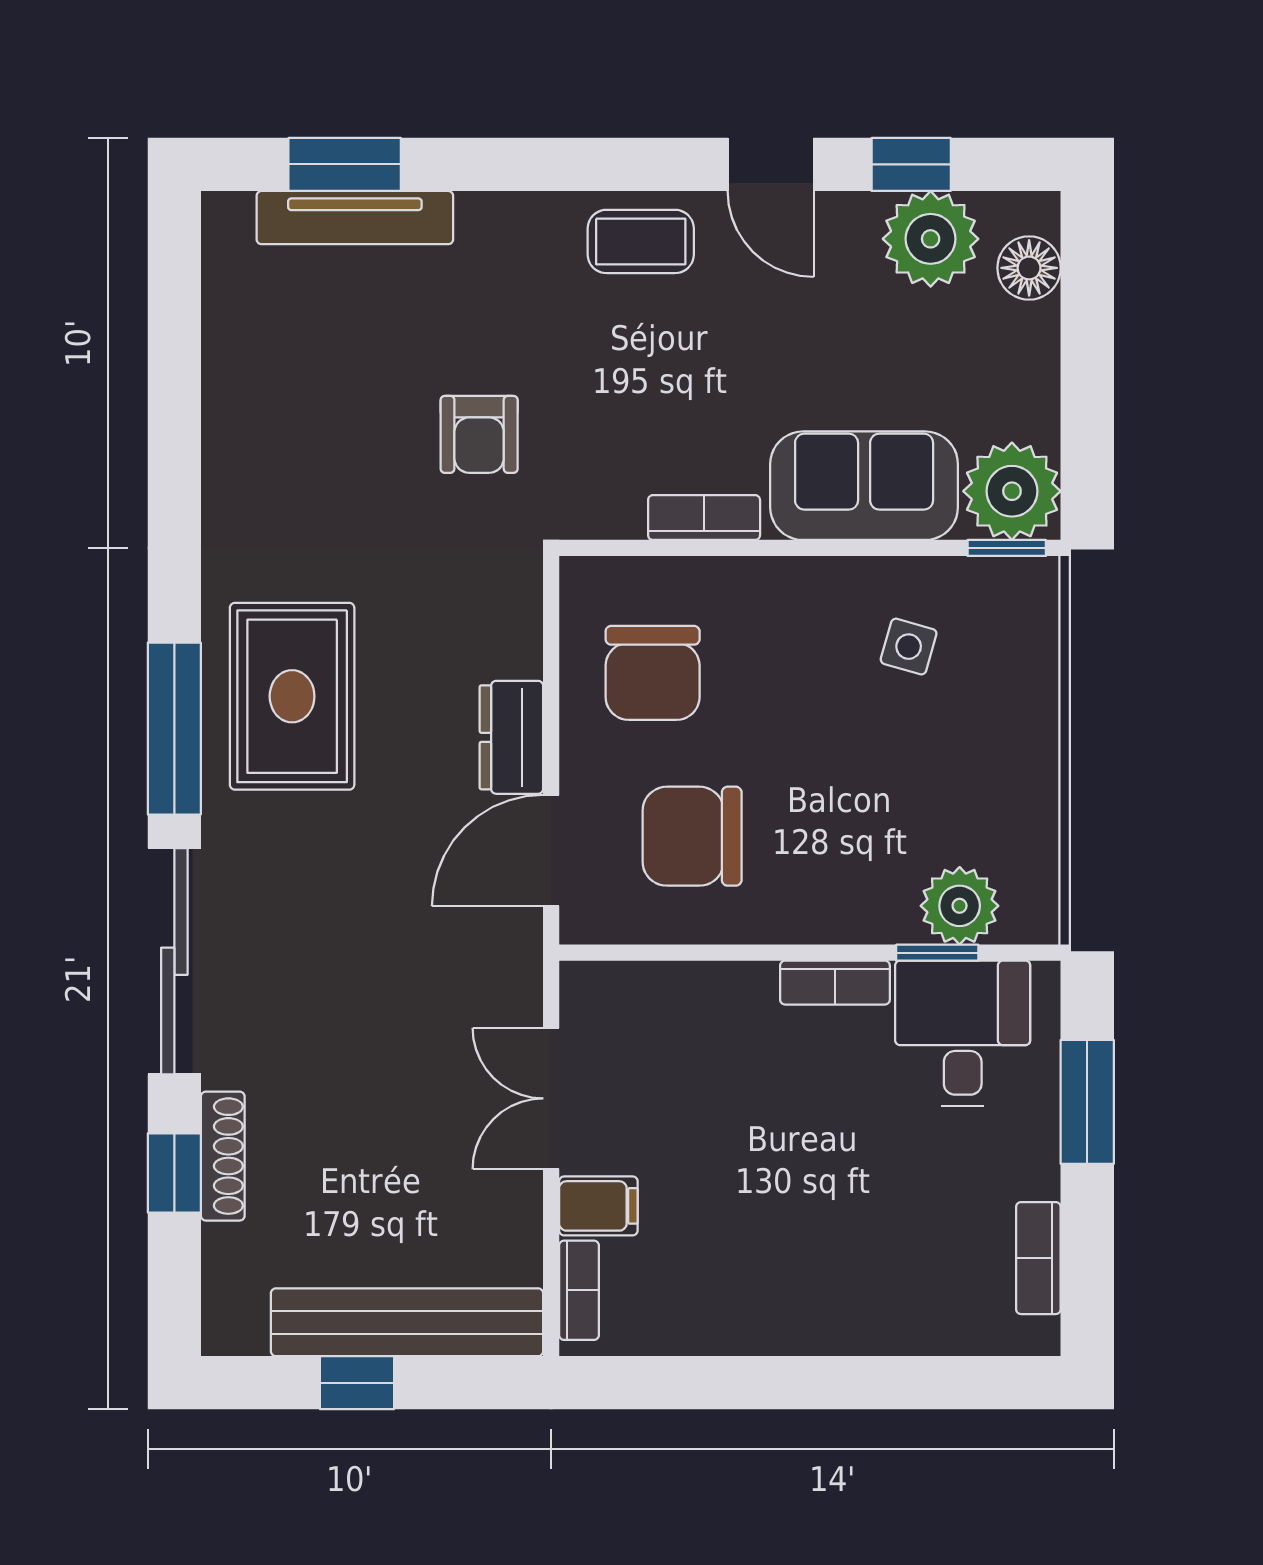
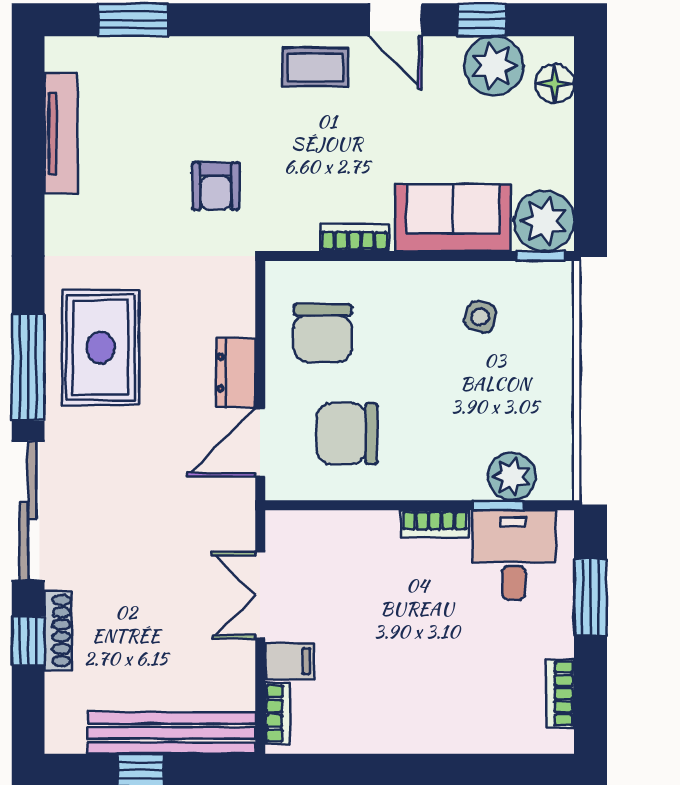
tv unit: (355, 218) -> (61, 133), moved, turned -90

